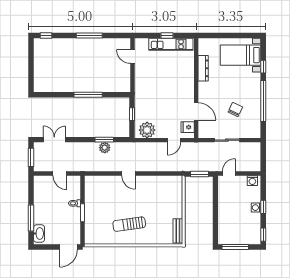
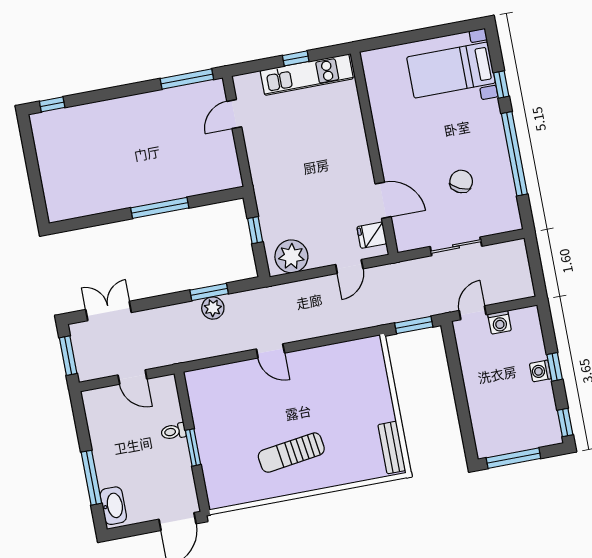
window: (89, 35) -> (187, 79), moved
door: (133, 57) -> (234, 114), hinge flipped
dresser: (203, 68) -> (381, 111), removed
washing machine: (252, 181) -> (500, 322), moved

